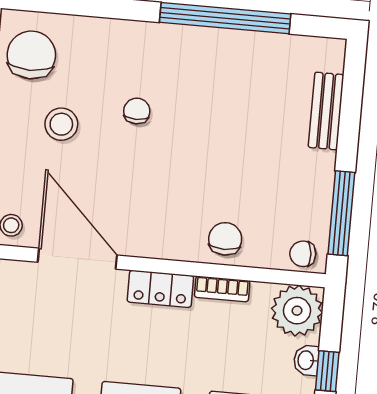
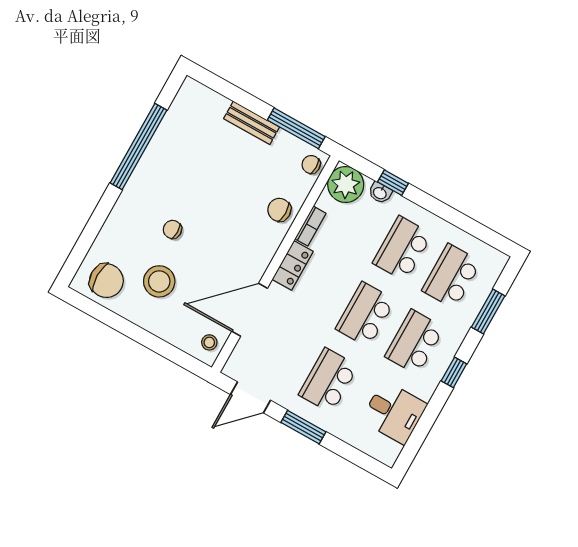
chair: (31, 55) -> (106, 281), turned 180
bench: (326, 111) -> (252, 123), moved
stool: (61, 124) -> (159, 281), width x1.38, depth x1.38
chair: (303, 254) -> (311, 165), turned 94

